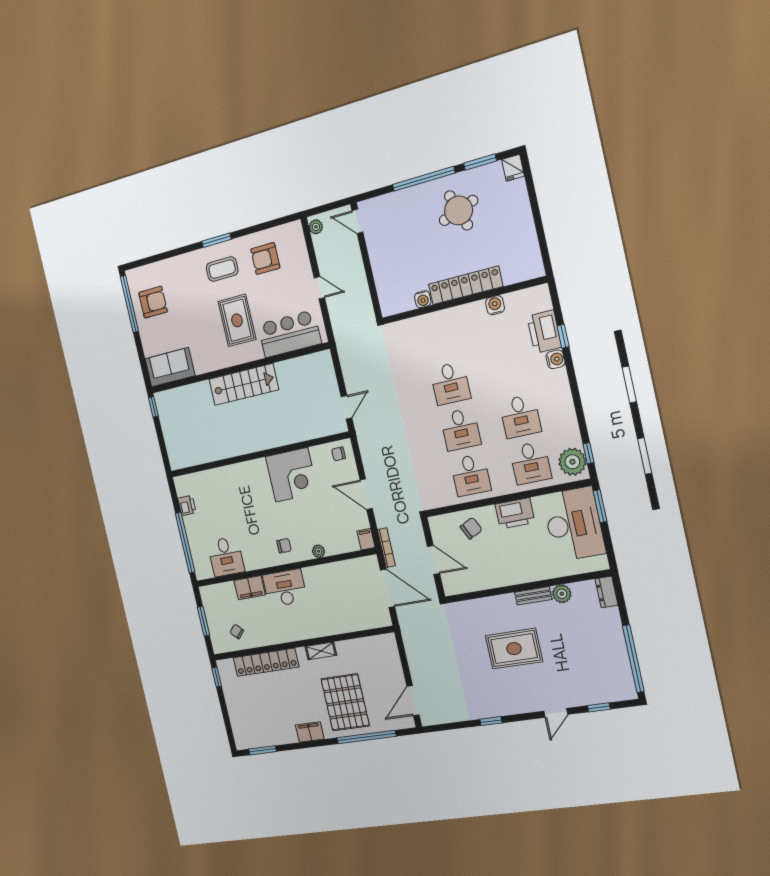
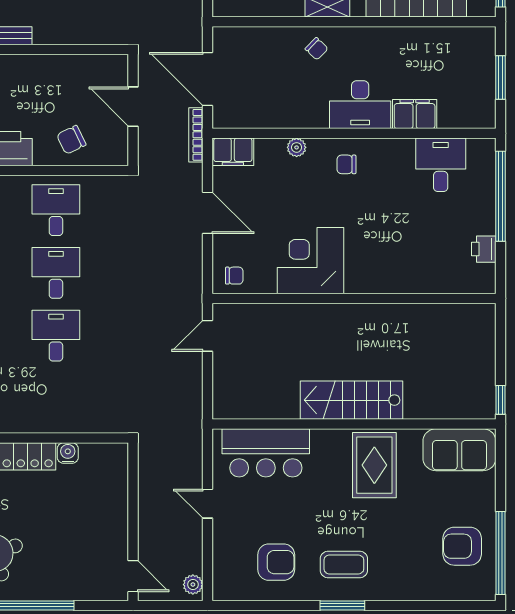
rug: (237, 320) -> (374, 465), moved
filing cabinet: (366, 539) -> (233, 152), width x2.00
chair: (237, 632) -> (317, 49), moved

